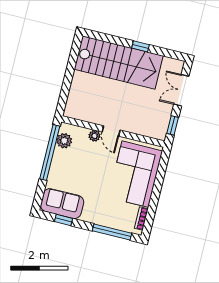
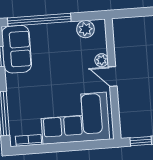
door: (111, 131) -> (113, 76), hinge flipped
window: (50, 152) -> (39, 20), moved

